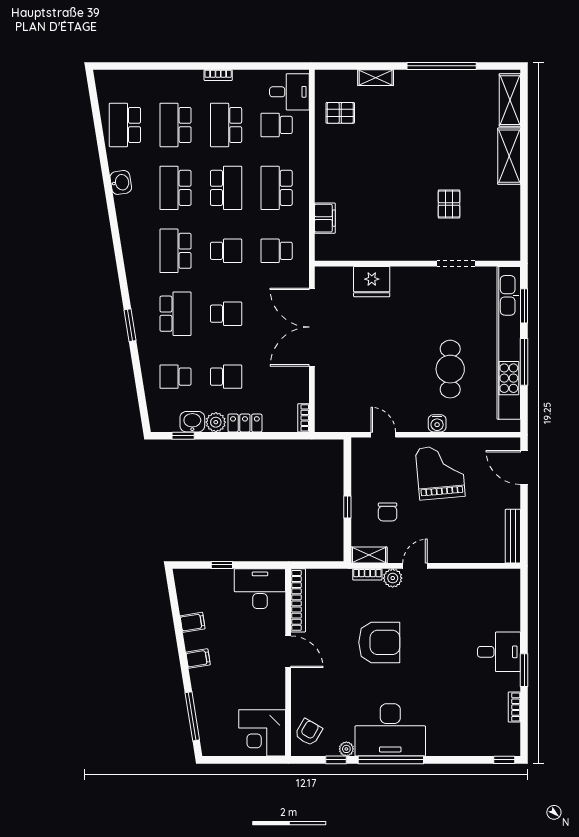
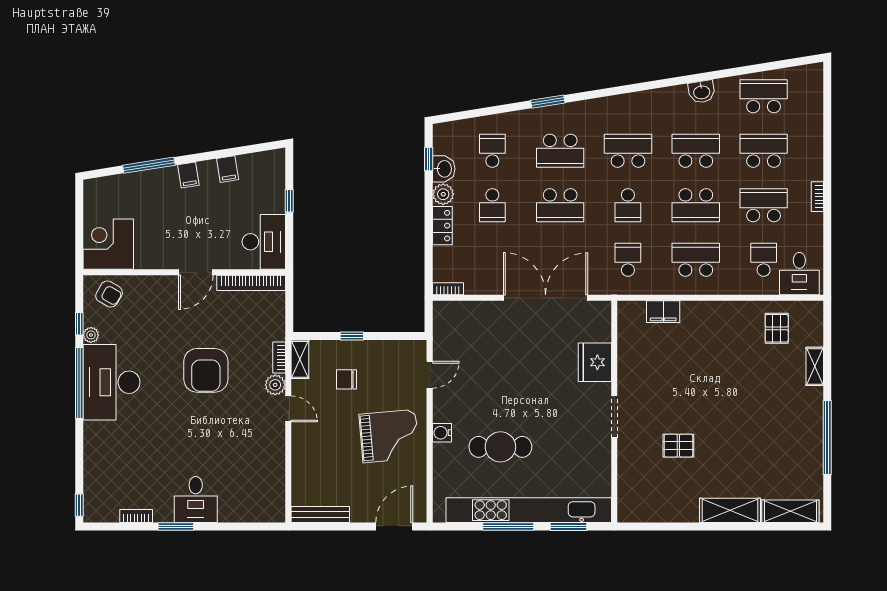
doorway: (456, 264) -> (614, 417), moved
school desk: (226, 314) -> (560, 205), width x1.85
window: (192, 716) -> (149, 165), moved

